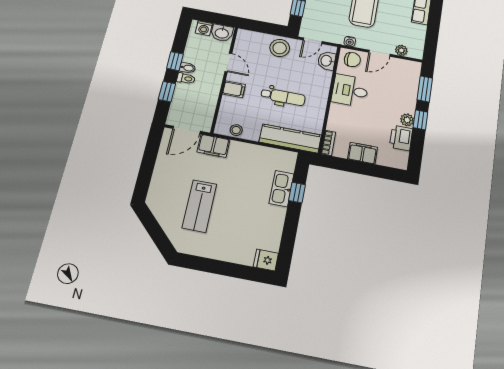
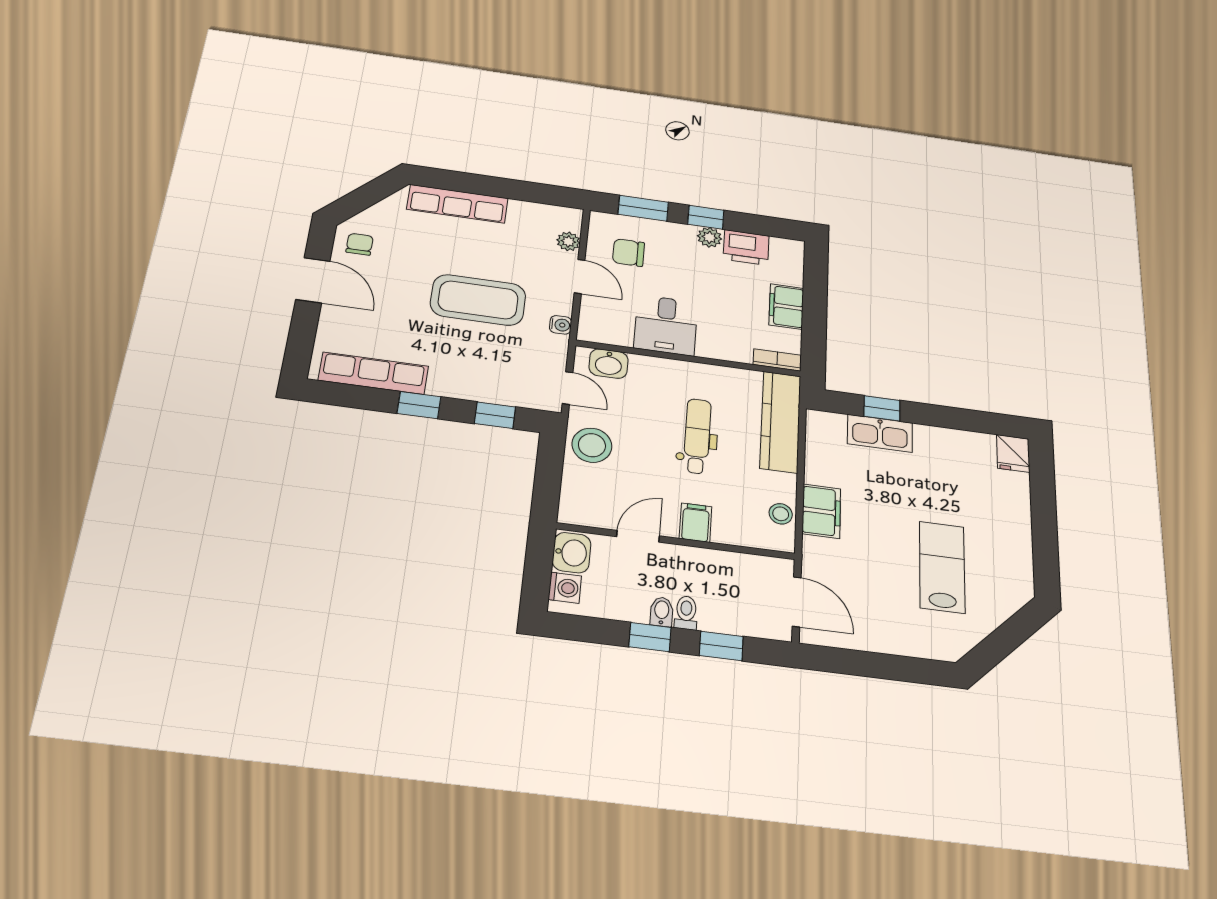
chair: (352, 60) -> (628, 253), moved, turned -90
filing cabinet: (213, 146) -> (821, 511), moved
lab bench: (199, 206) -> (942, 567), turned -90

